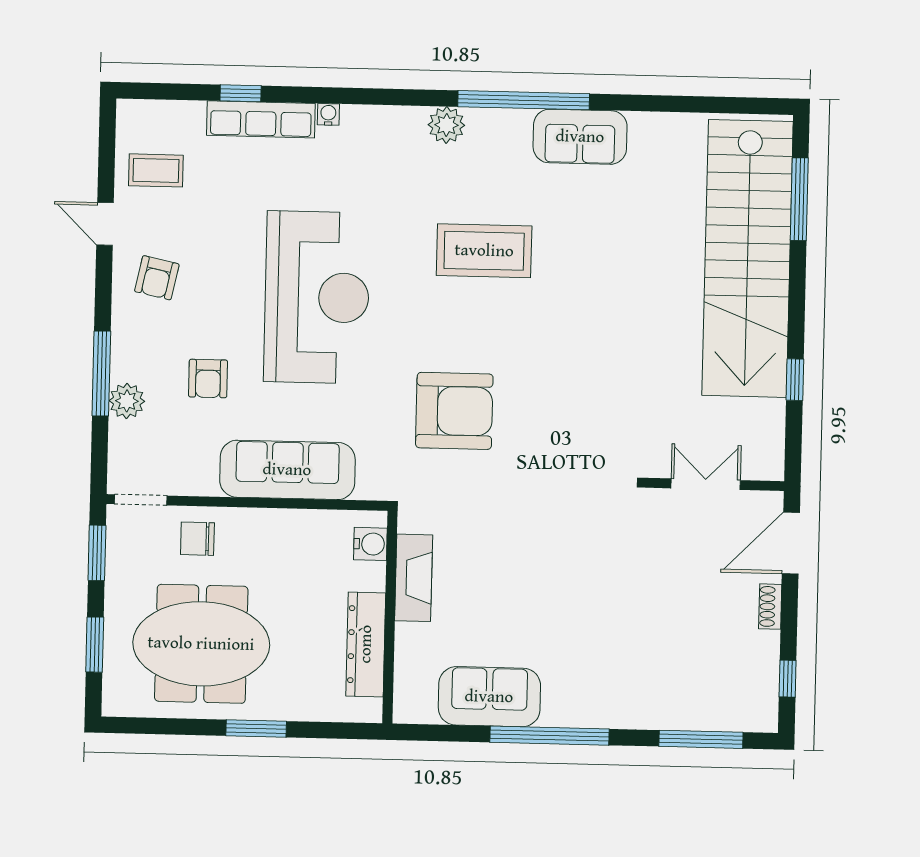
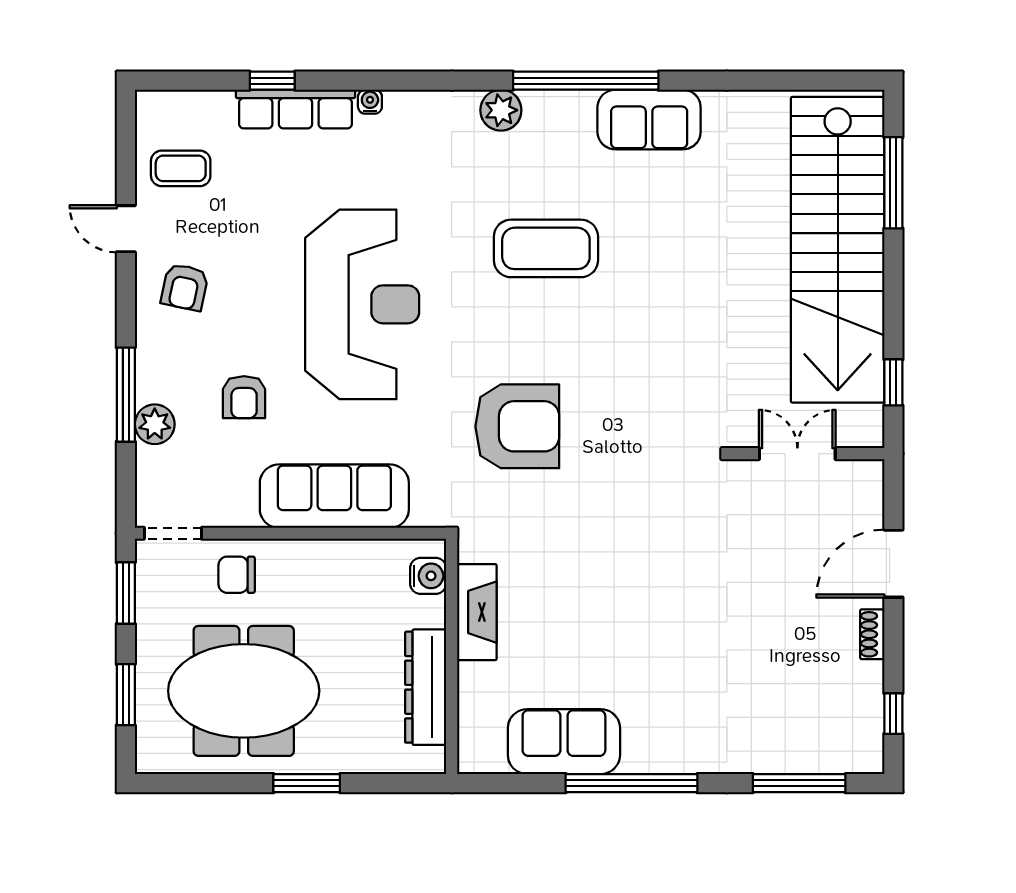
double door: (706, 484) -> (797, 454), moved
wall: (715, 484) -> (808, 454), moved

